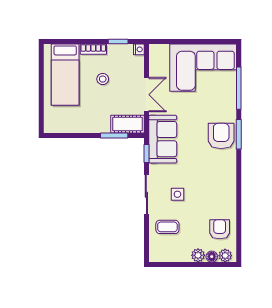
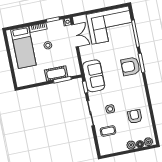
double door: (146, 95) -> (75, 36), moved
cot: (127, 124) -> (56, 73), moved
armchair: (221, 136) -> (130, 66), turned -90
armchair: (220, 229) -> (135, 116), moved

